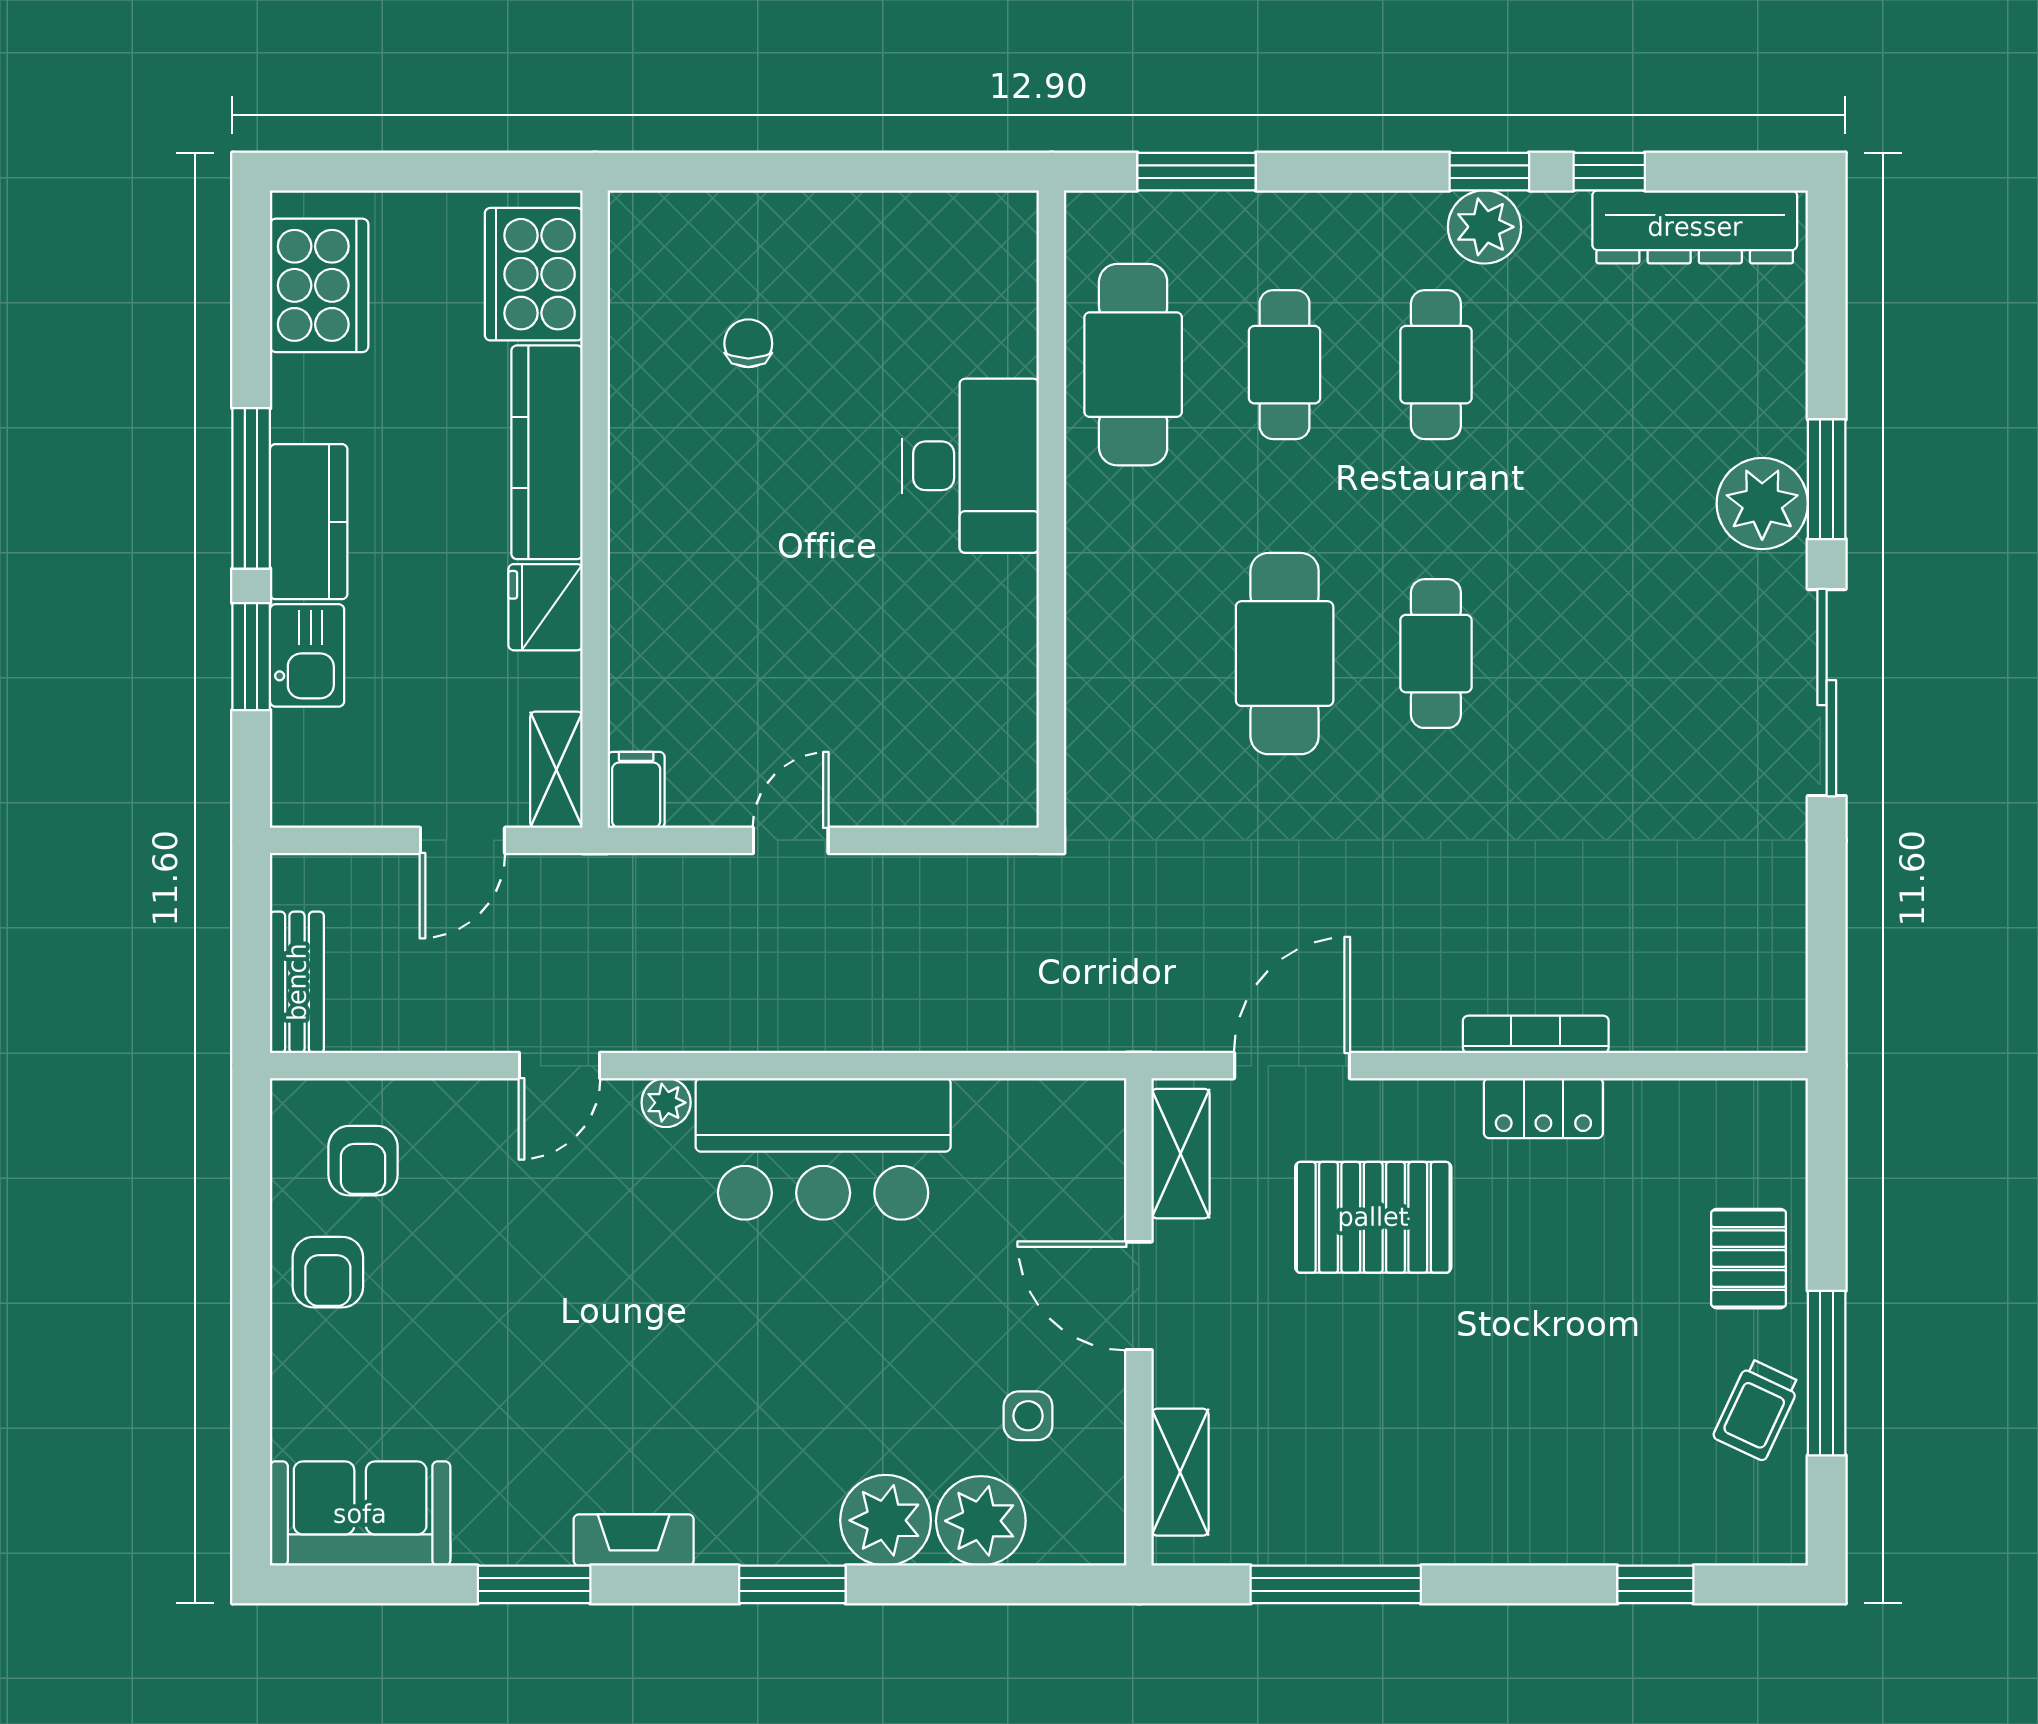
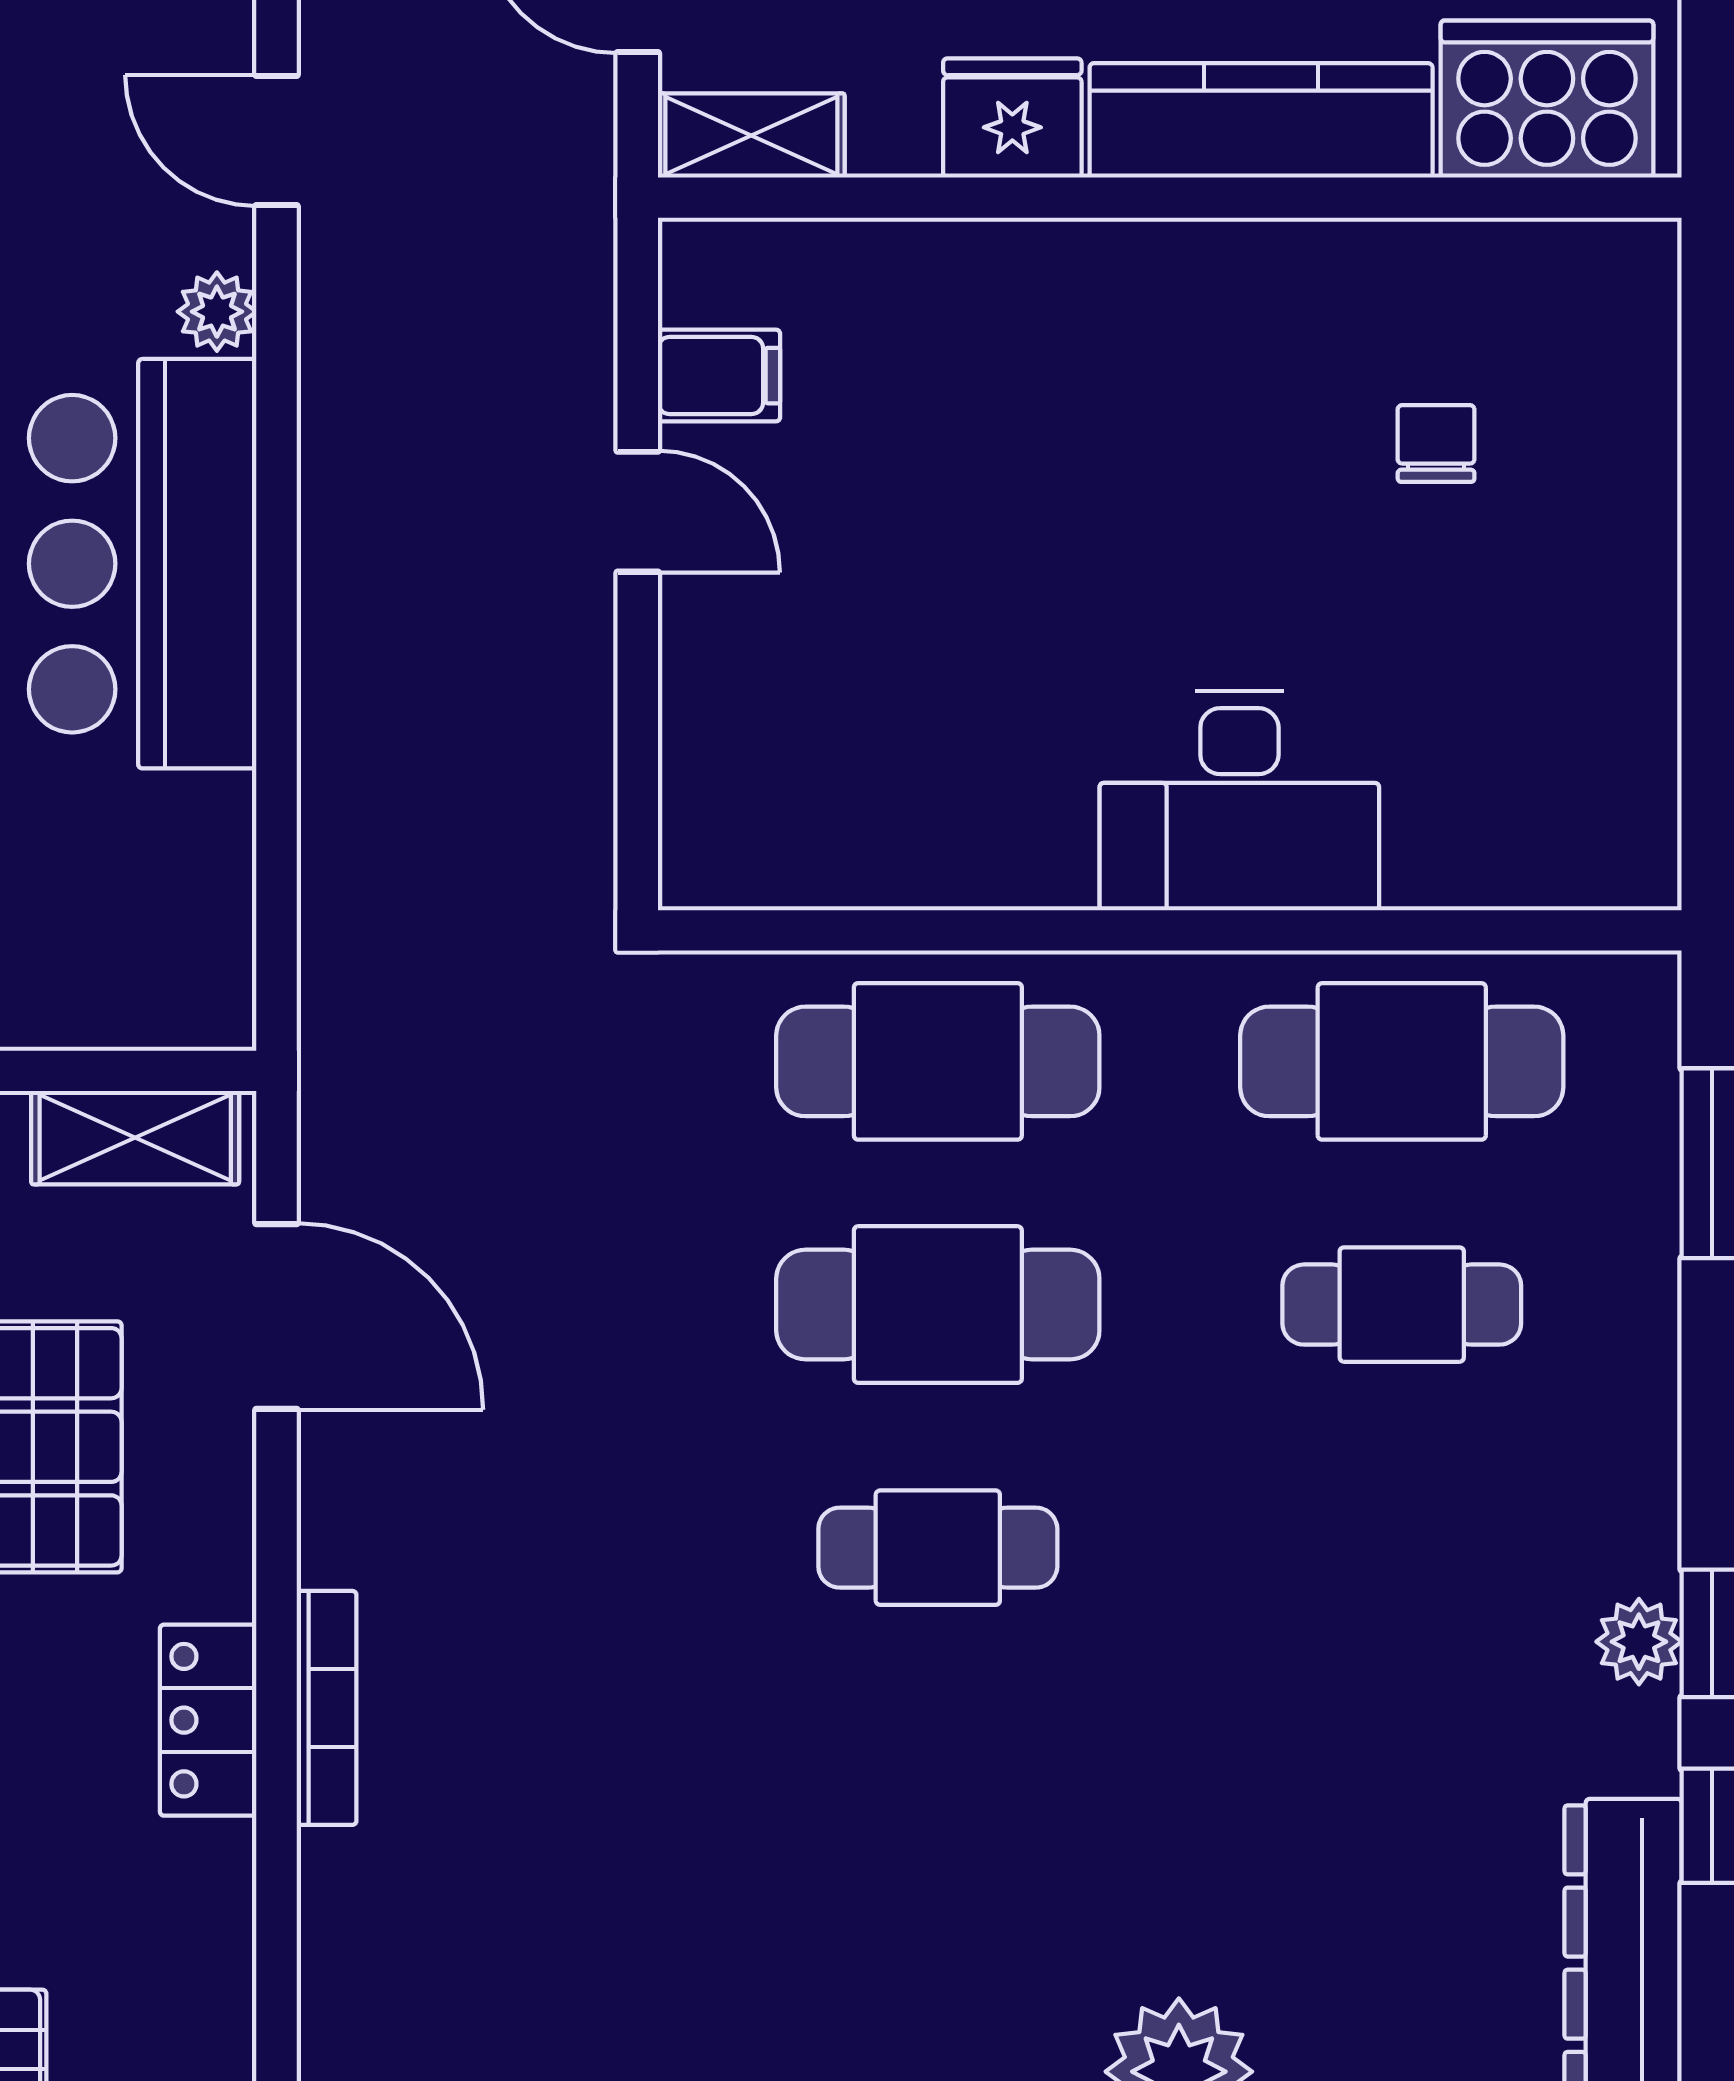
plant: (1484, 227) -> (1639, 1642), width x0.73, depth x0.73
chair: (748, 343) -> (1436, 444), turned -90
cafe table: (1436, 365) -> (938, 1061), moved, width x1.37, depth x1.35
filing cabinet: (636, 790) -> (719, 376), moved

